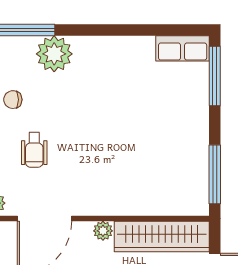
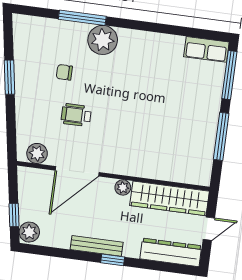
wheelchair: (34, 150) -> (76, 115), turned 90
window: (215, 174) -> (221, 136), moved

